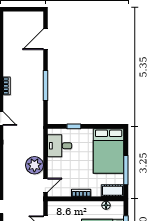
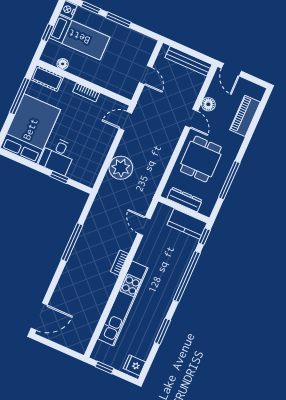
door: (45, 39) -> (39, 317), moved
desk: (60, 146) -> (58, 156), moved, turned 90
plant: (34, 165) -> (121, 168), moved

